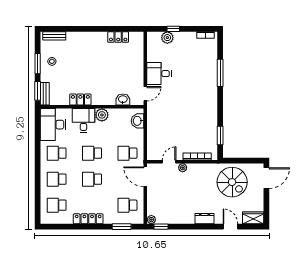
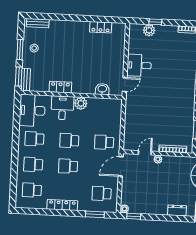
washbasin: (138, 121) -> (116, 111), removed
door: (145, 177) -> (121, 166), hinge flipped

